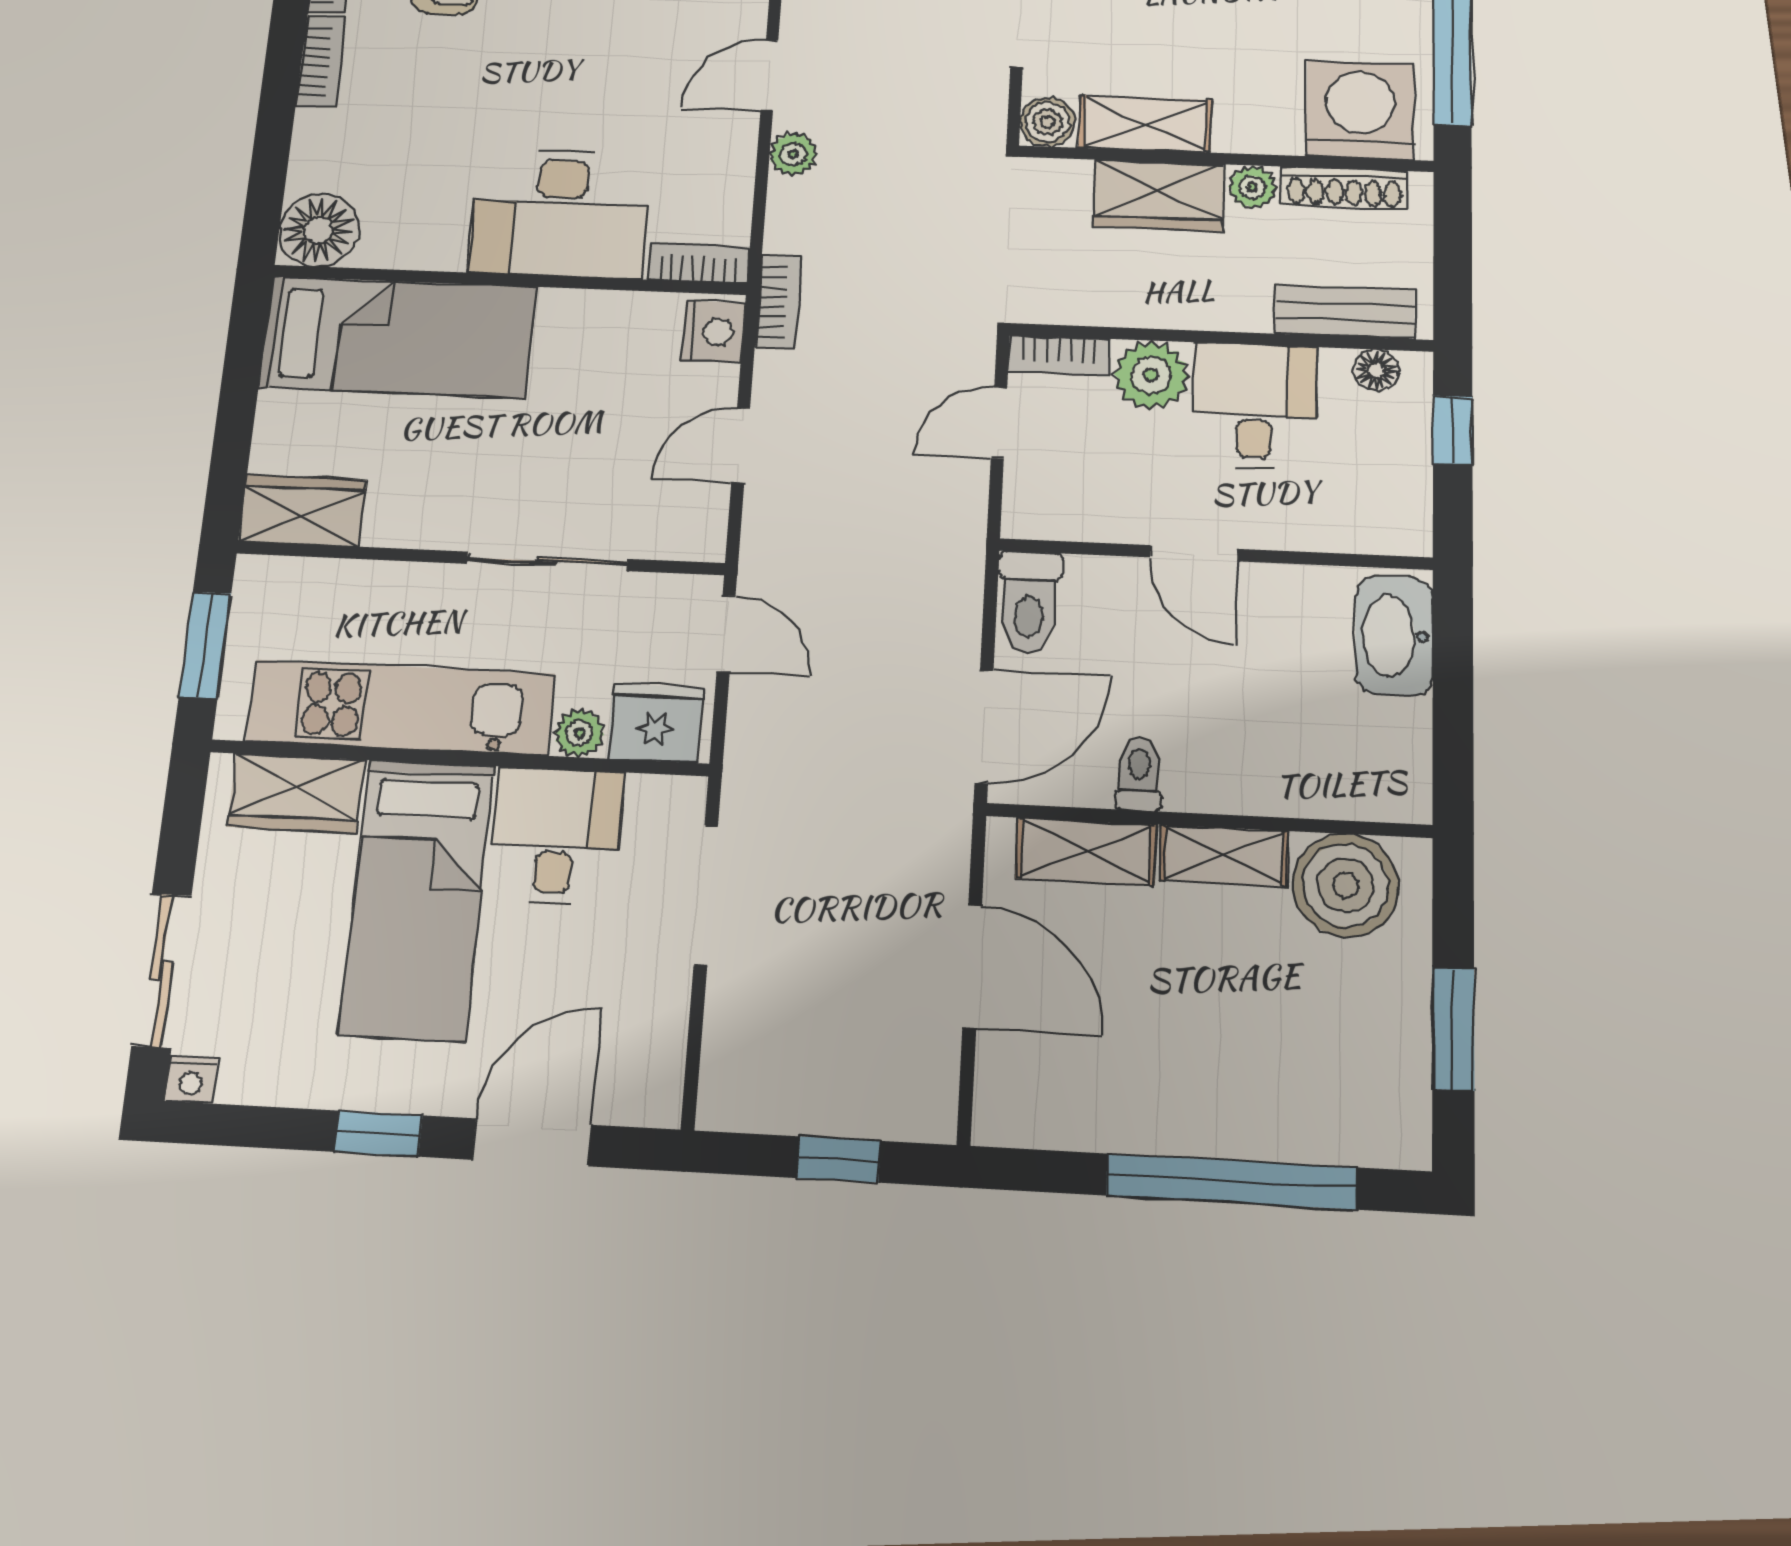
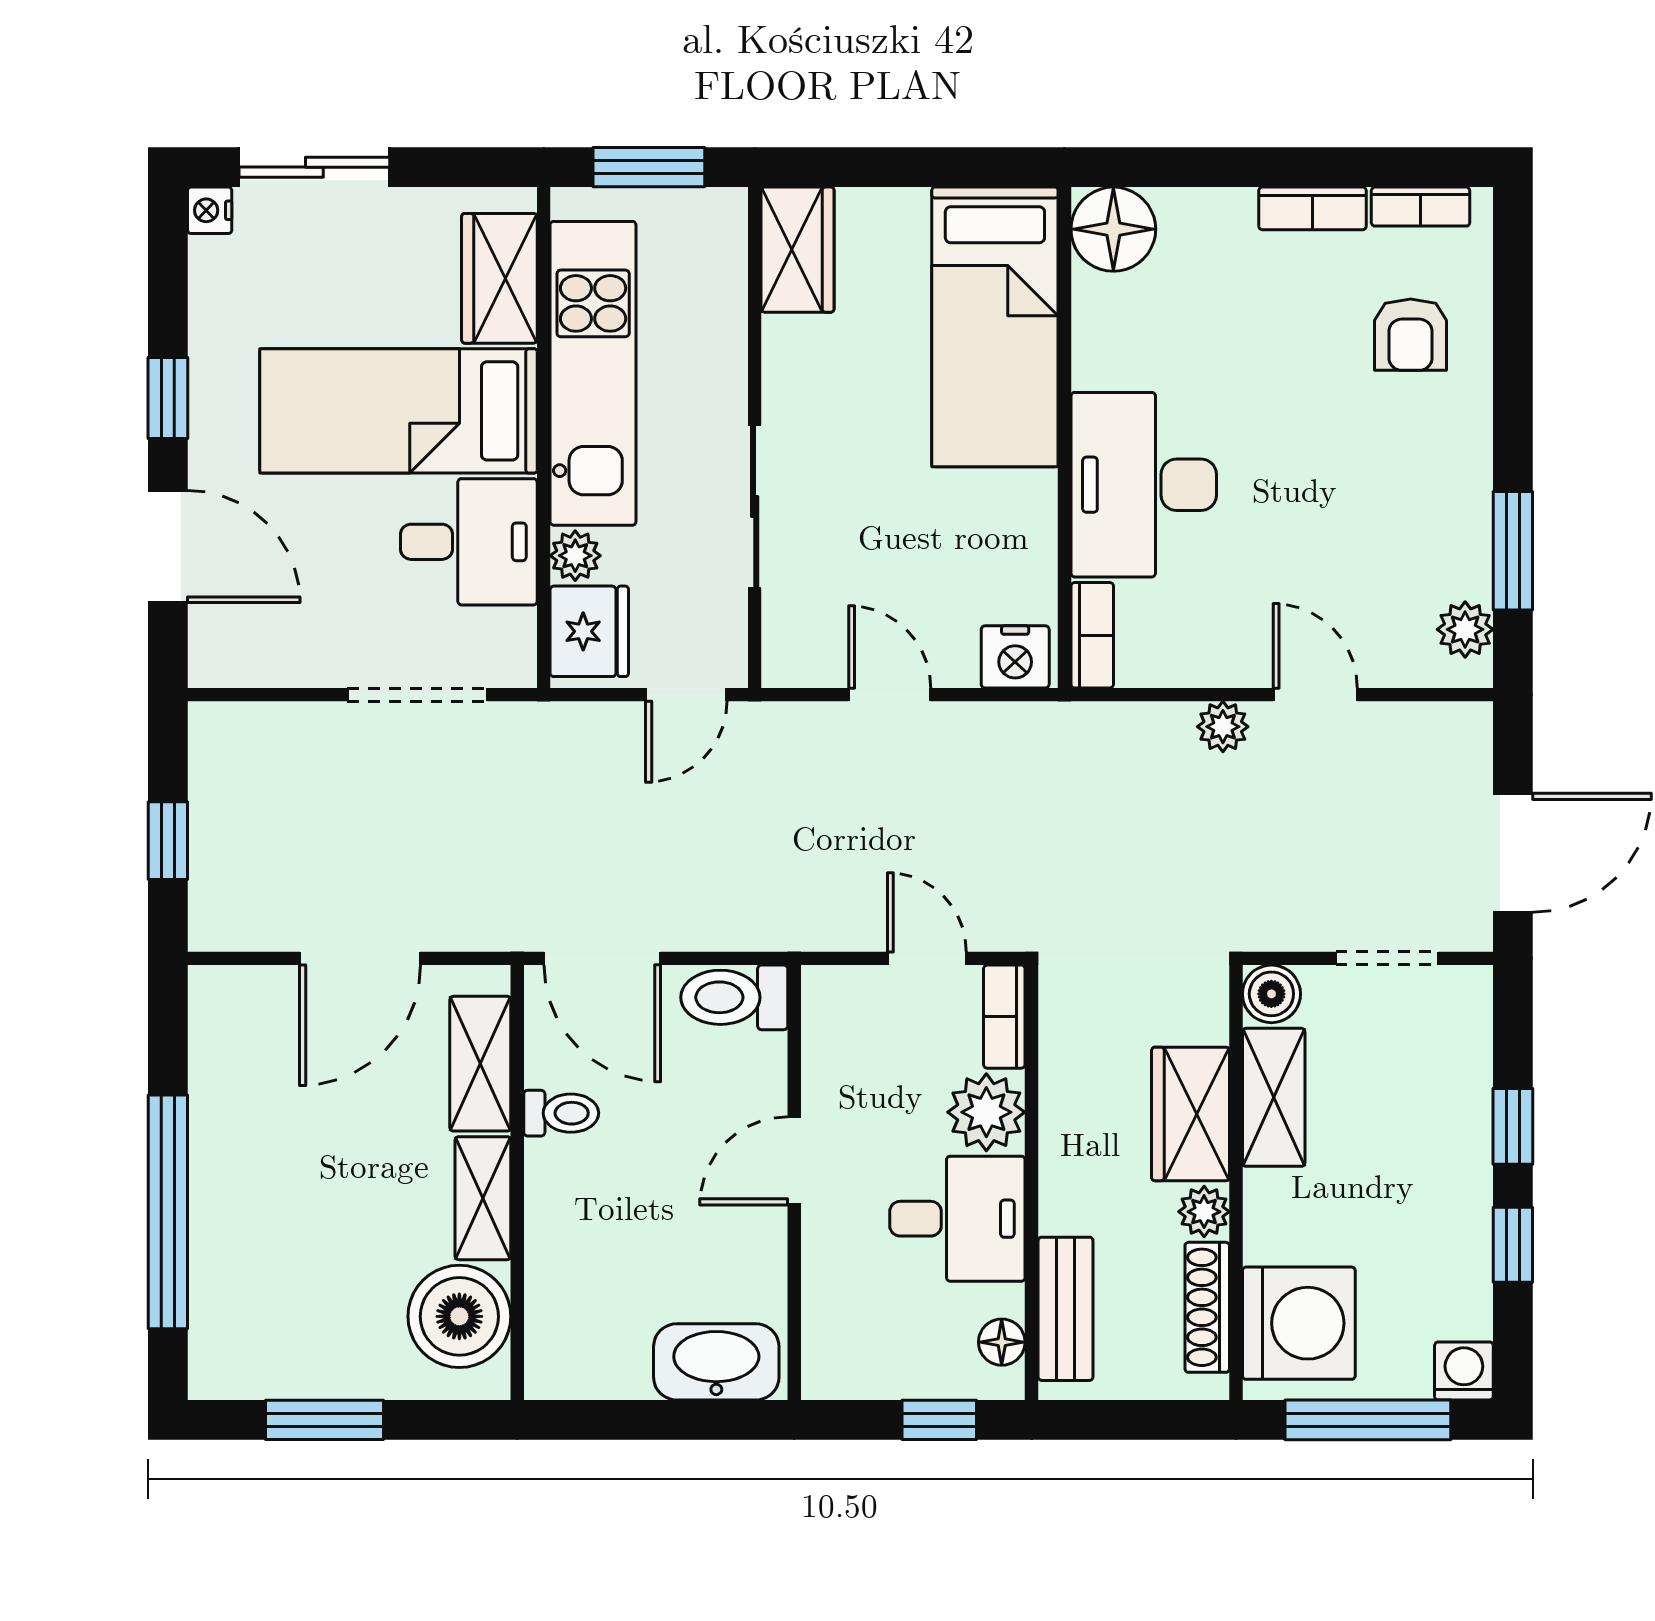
bookcase: (778, 302) -> (1051, 722), removed

